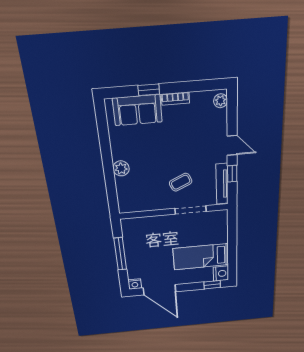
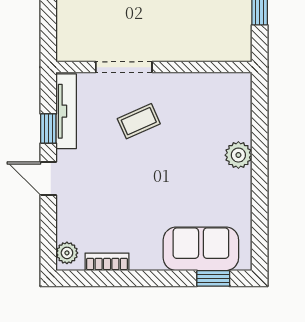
window: (149, 90) -> (213, 278), moved
bookcase: (175, 99) -> (107, 262), moved

